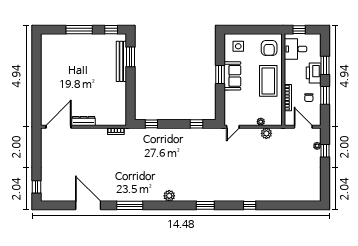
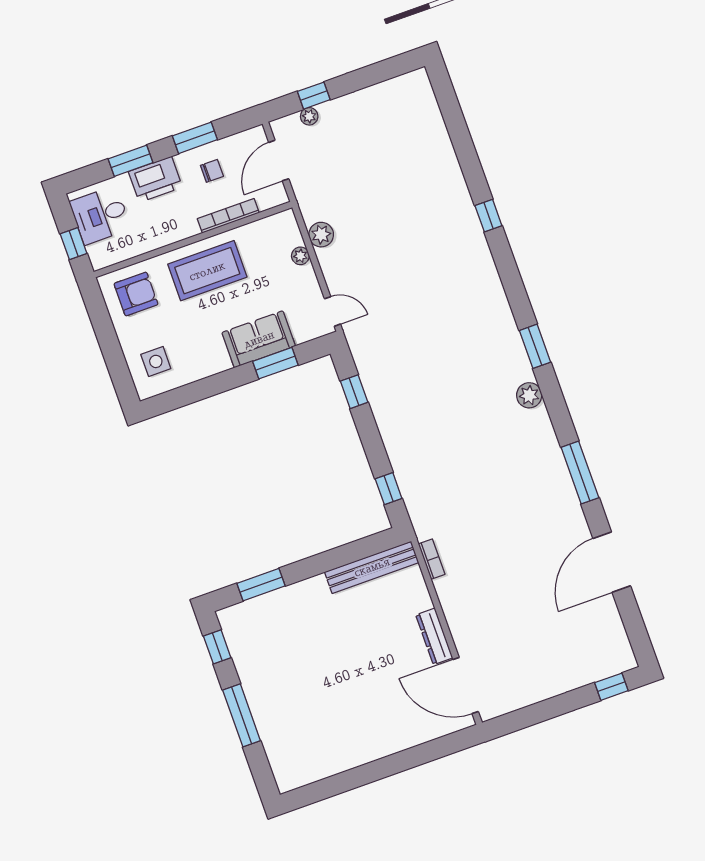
desk: (296, 49) -> (100, 215), moved, turned 90
bench: (121, 61) -> (372, 567), moved
window: (220, 75) -> (275, 363), moved
sofa: (232, 76) -> (259, 339), moved
window: (205, 205) -> (535, 346), moved

